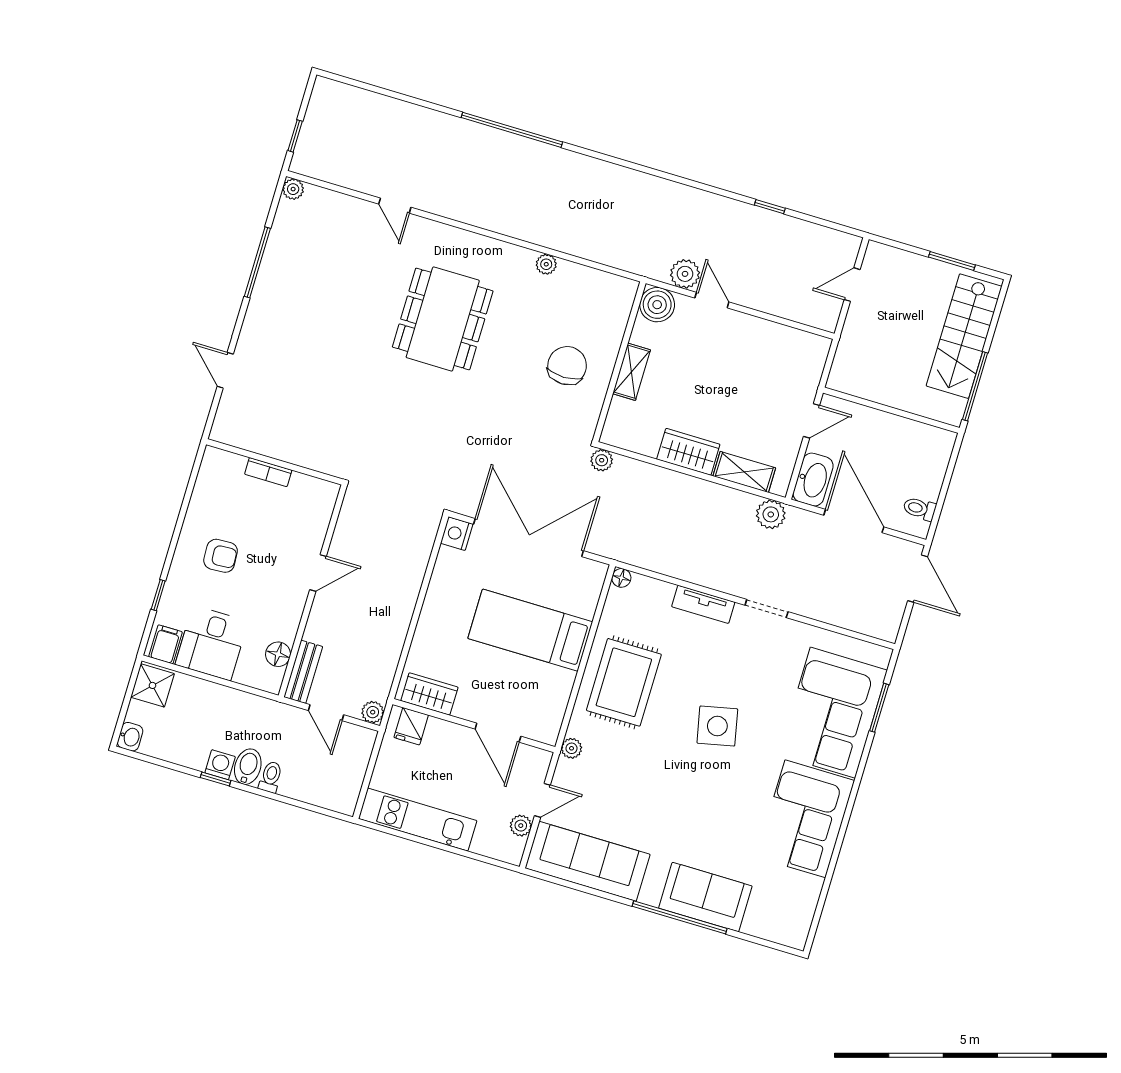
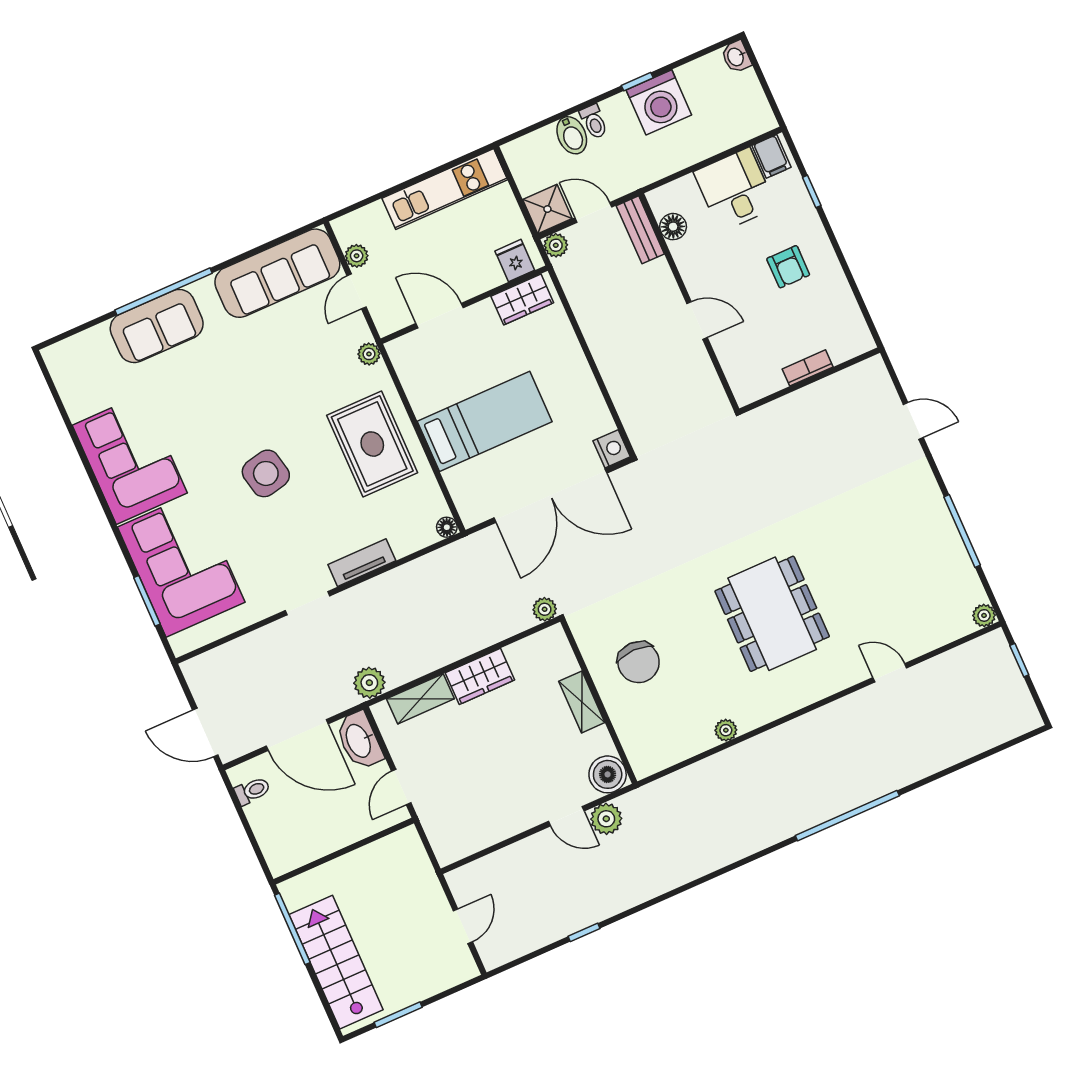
armchair: (221, 556) -> (788, 267), turned -87
door: (318, 573) -> (697, 320), swing flipped
shower: (152, 685) -> (547, 209), moved
washing machine: (220, 765) -> (659, 102), width x1.89, depth x1.89
bidet: (248, 767) -> (572, 135), moved

